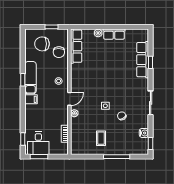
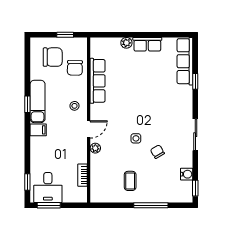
chair: (42, 44) -> (53, 57), turned 180
row of seats: (76, 46) -> (98, 81), moved
row of seats: (143, 60) -> (185, 61), moved

